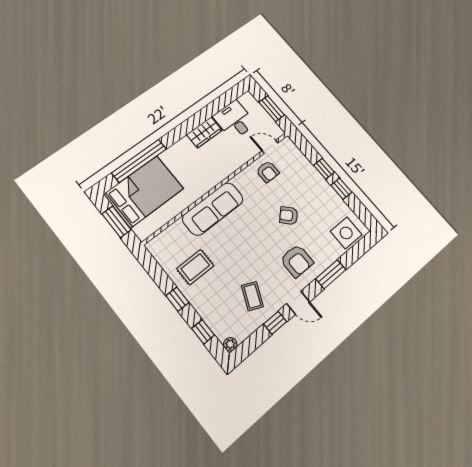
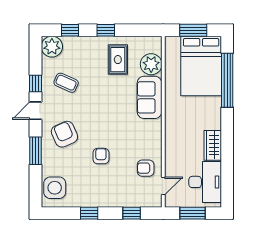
desk: (234, 120) -> (205, 182), width x1.37
window: (324, 169) -> (132, 213), moved
sofa: (213, 209) -> (149, 97), width x0.73
armchair: (289, 216) -> (101, 156), turned -46
plant: (176, 235) -> (151, 64), added
armchair: (297, 261) -> (64, 134), turned 66
plant: (230, 344) -> (52, 47), width x1.87, depth x1.87

